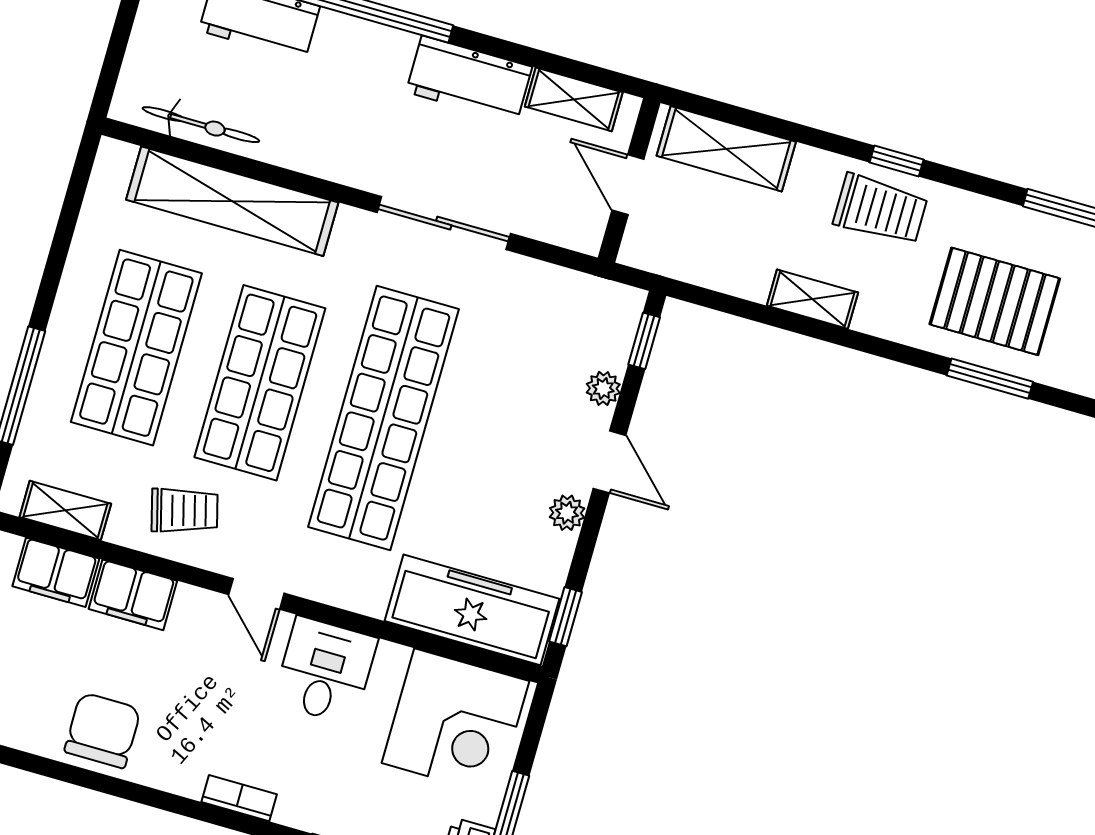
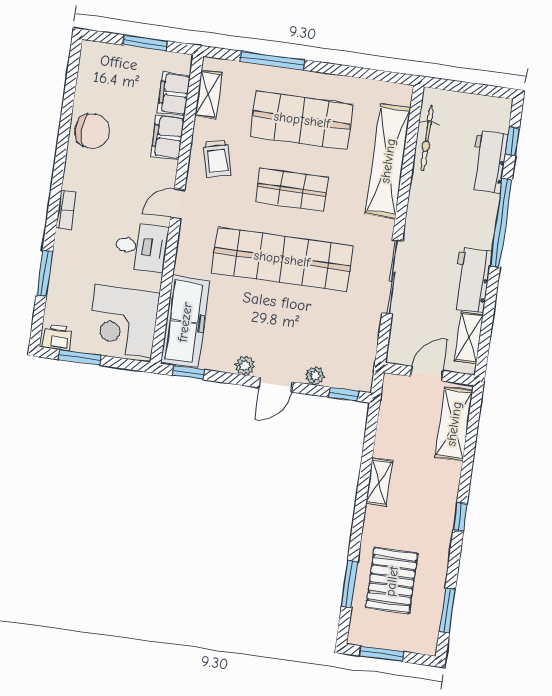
trolley: (880, 209) -> (433, 512), removed
shop shelf: (260, 383) -> (292, 190), width x0.70, depth x0.74

